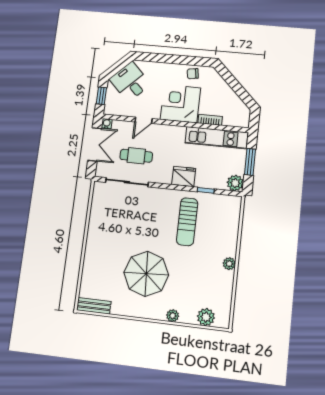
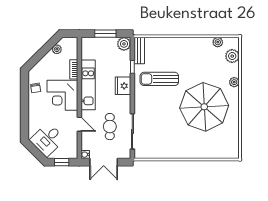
plant: (237, 102) -> (57, 49), added
kitchen unit: (216, 138) -> (88, 85), moved
double door: (95, 144) -> (104, 162), swing flipped
sun lounger: (187, 222) -> (159, 79), turned 180
plant: (229, 264) -> (218, 42), moved
parasol: (146, 274) -> (204, 107), width x1.36, depth x1.36
bench: (94, 306) -> (139, 50), moved

